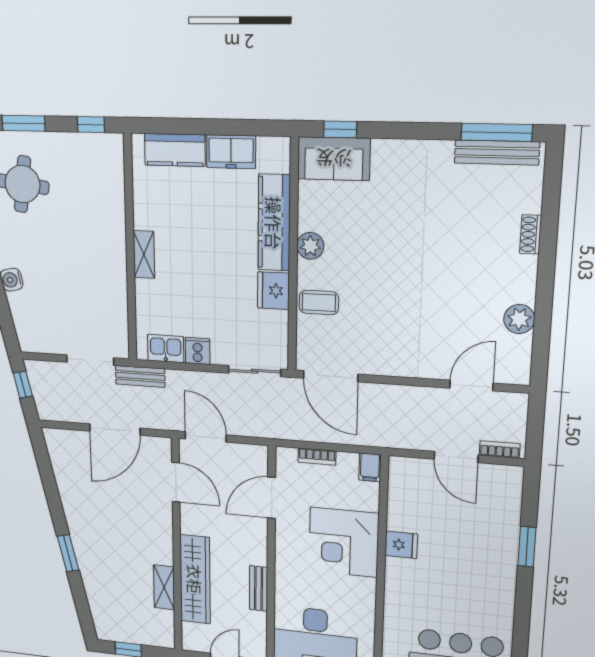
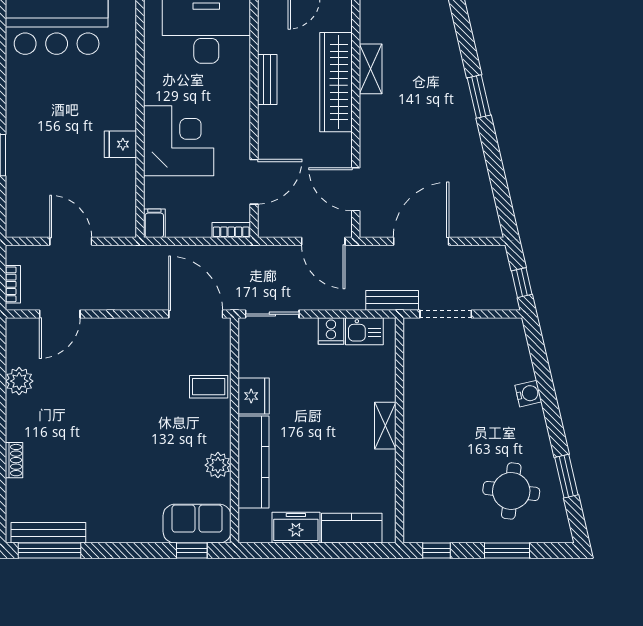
plant: (310, 246) -> (218, 465), moved
bookcase: (500, 449) -> (13, 284), moved, turned -90
bookcase: (317, 457) -> (231, 230), moved

